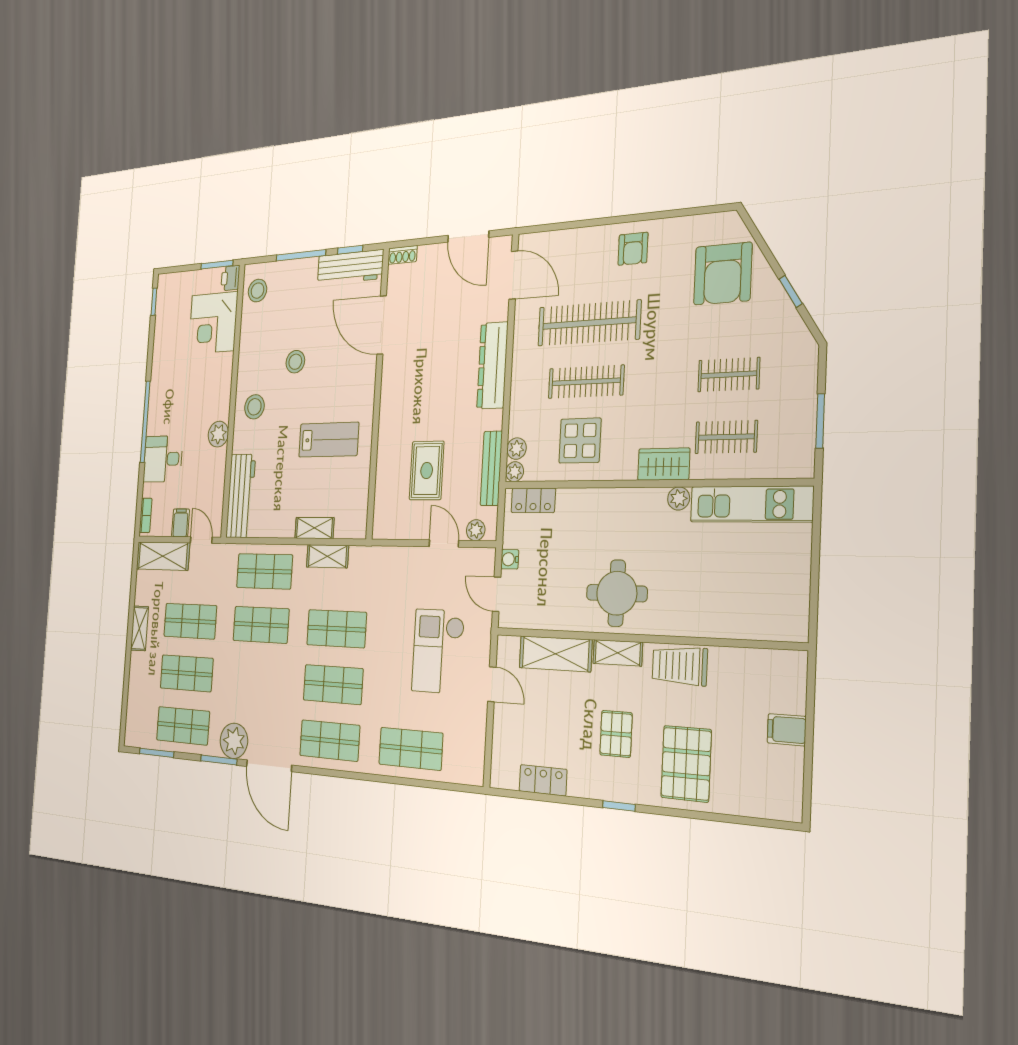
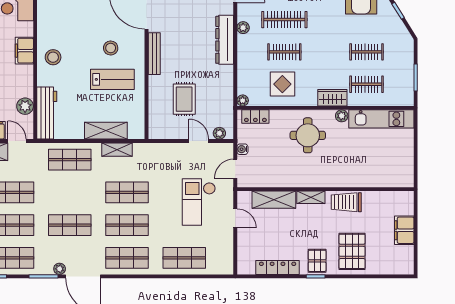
clothes rail: (589, 323) -> (284, 20), width x0.73, depth x0.76
stool: (295, 362) -> (111, 48), moved
clothes rail: (586, 382) -> (284, 52), width x0.73
filing cabinet: (220, 398) -> (24, 51), added
plant: (218, 434) -> (25, 106), moved
plant: (517, 449) -> (243, 28), moved
bench: (491, 468) -> (154, 54), moved
shelving: (314, 528) -> (106, 131), width x1.50, depth x1.33
round table: (617, 593) -> (308, 135), moved
door: (497, 594) -> (235, 169), hinge flipped
shop shelf: (261, 625) -> (70, 225), moved
filing cabinet: (787, 730) -> (404, 230), width x2.00
pallet: (616, 734) -> (317, 261), moved
plant: (234, 741) -> (60, 269), width x0.53, depth x0.53
locker: (543, 780) -> (278, 267), width x1.53

